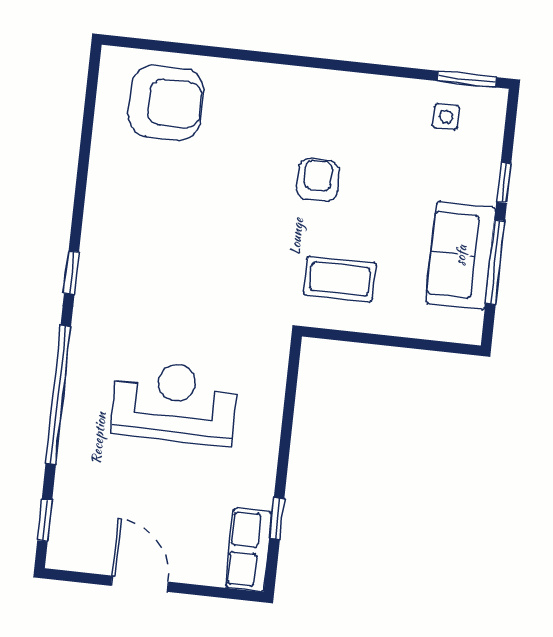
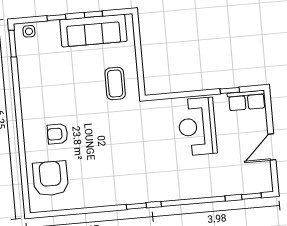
side table: (446, 117) -> (29, 31), moved
armchair: (318, 180) -> (57, 134), moved
sofa: (461, 255) -> (93, 31), width x1.36
window: (495, 262) -> (93, 14), width x0.46
reception desk: (175, 403) -> (197, 127), moved

